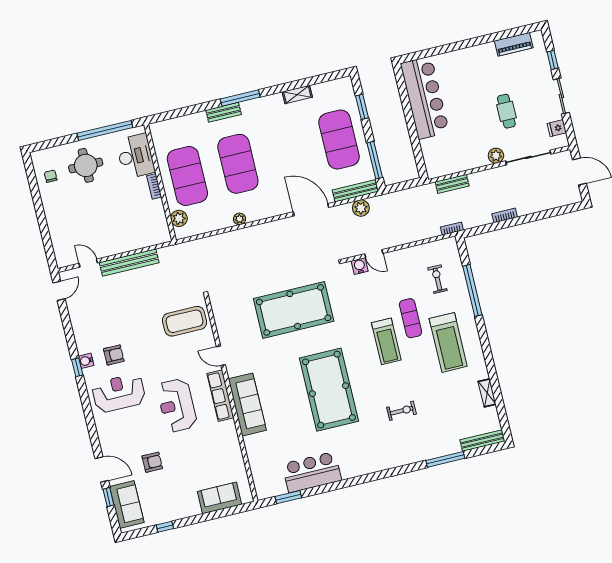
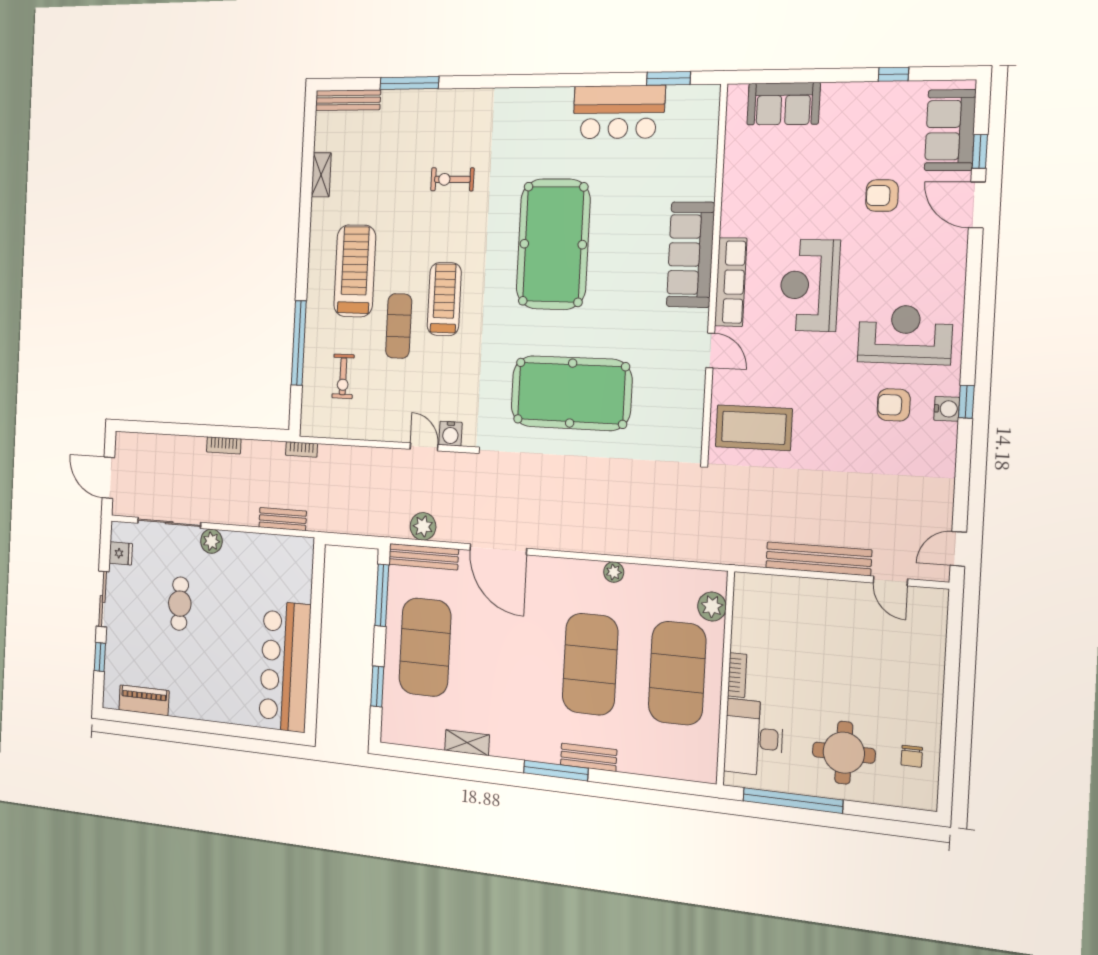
reception desk: (119, 393) -> (905, 335), turned 180
reception desk: (177, 405) -> (809, 285), turned 180

